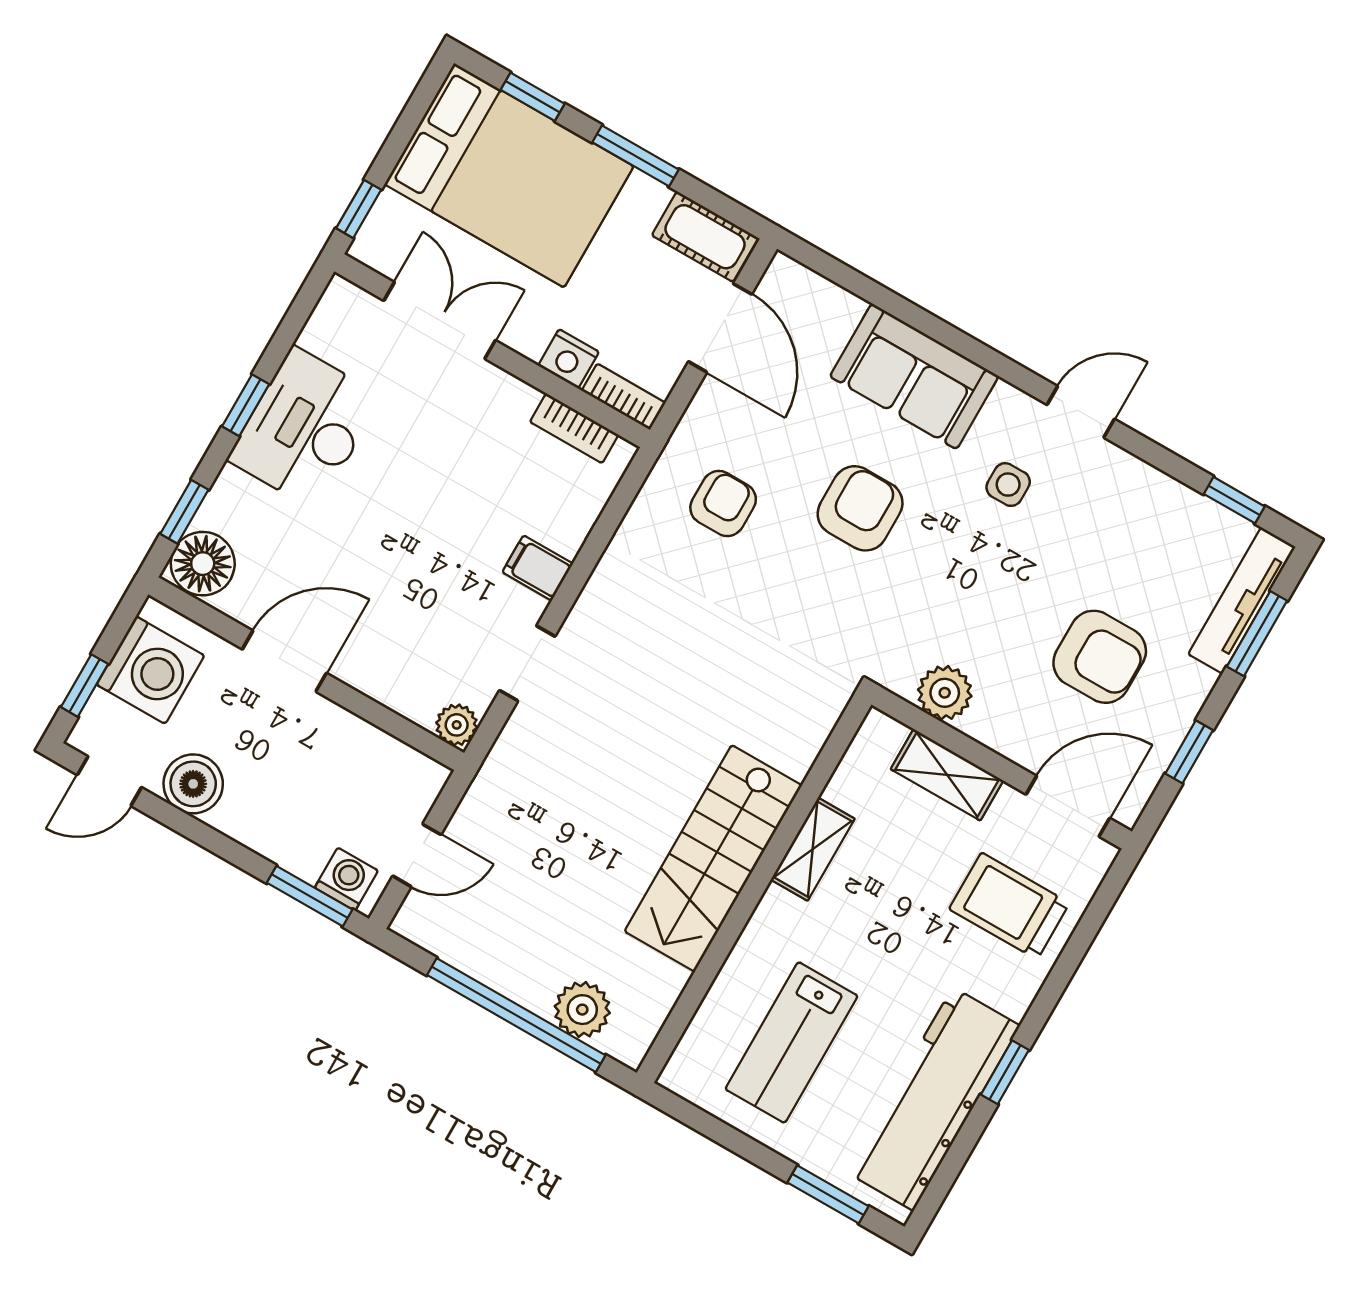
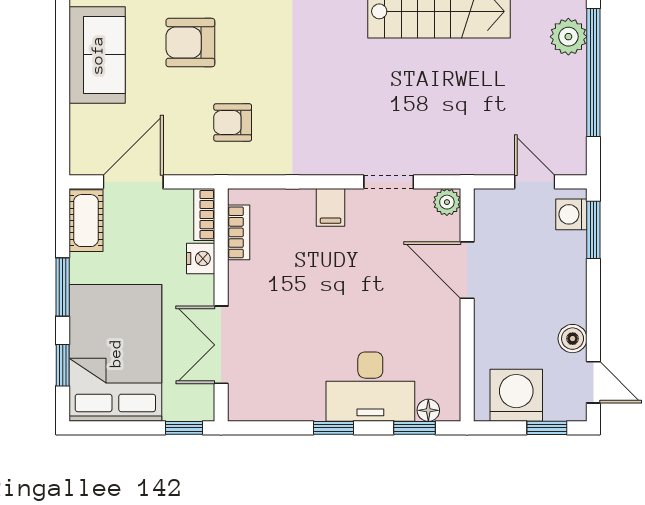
desk: (305, 428) -> (370, 387), moved
floor lamp: (203, 564) -> (428, 410), width x0.53, depth x0.53
door: (284, 661) -> (467, 270), moved
boiler: (193, 784) -> (573, 339), width x0.73, depth x0.73

